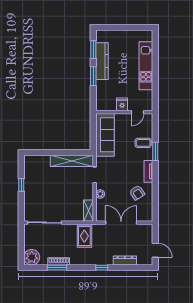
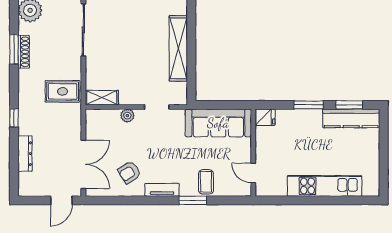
kitchen counter: (102, 61) -> (351, 118), moved
fridge: (122, 104) -> (265, 117), moved
shelving: (72, 161) -> (178, 48), moved
double door: (121, 223) -> (83, 164), moved
door: (155, 250) -> (61, 200), moved

